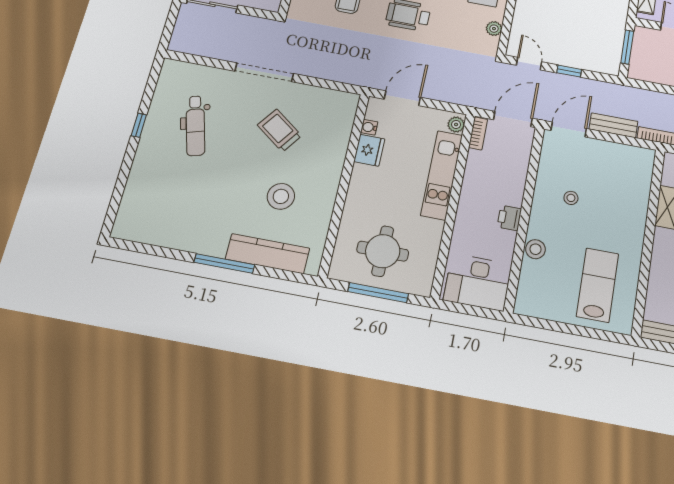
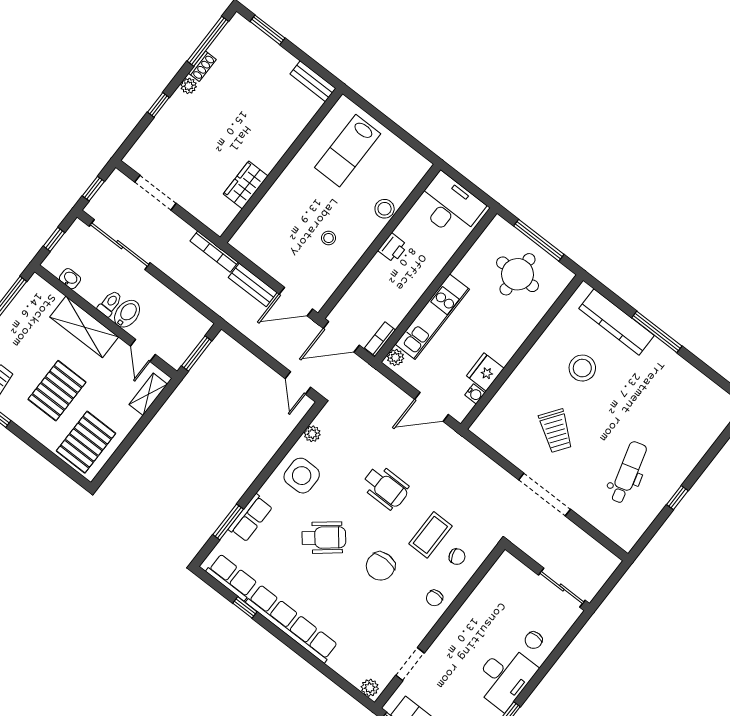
window: (569, 71) -> (264, 357), removed

